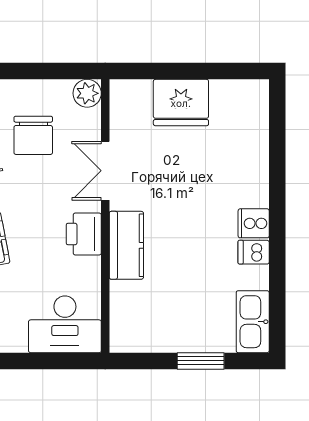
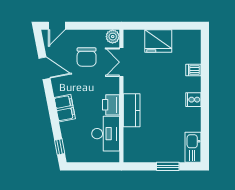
double door: (105, 171) -> (121, 62), moved
dishwasher: (254, 252) -> (193, 70), moved
desk: (65, 324) -> (106, 134), moved, turned -90

